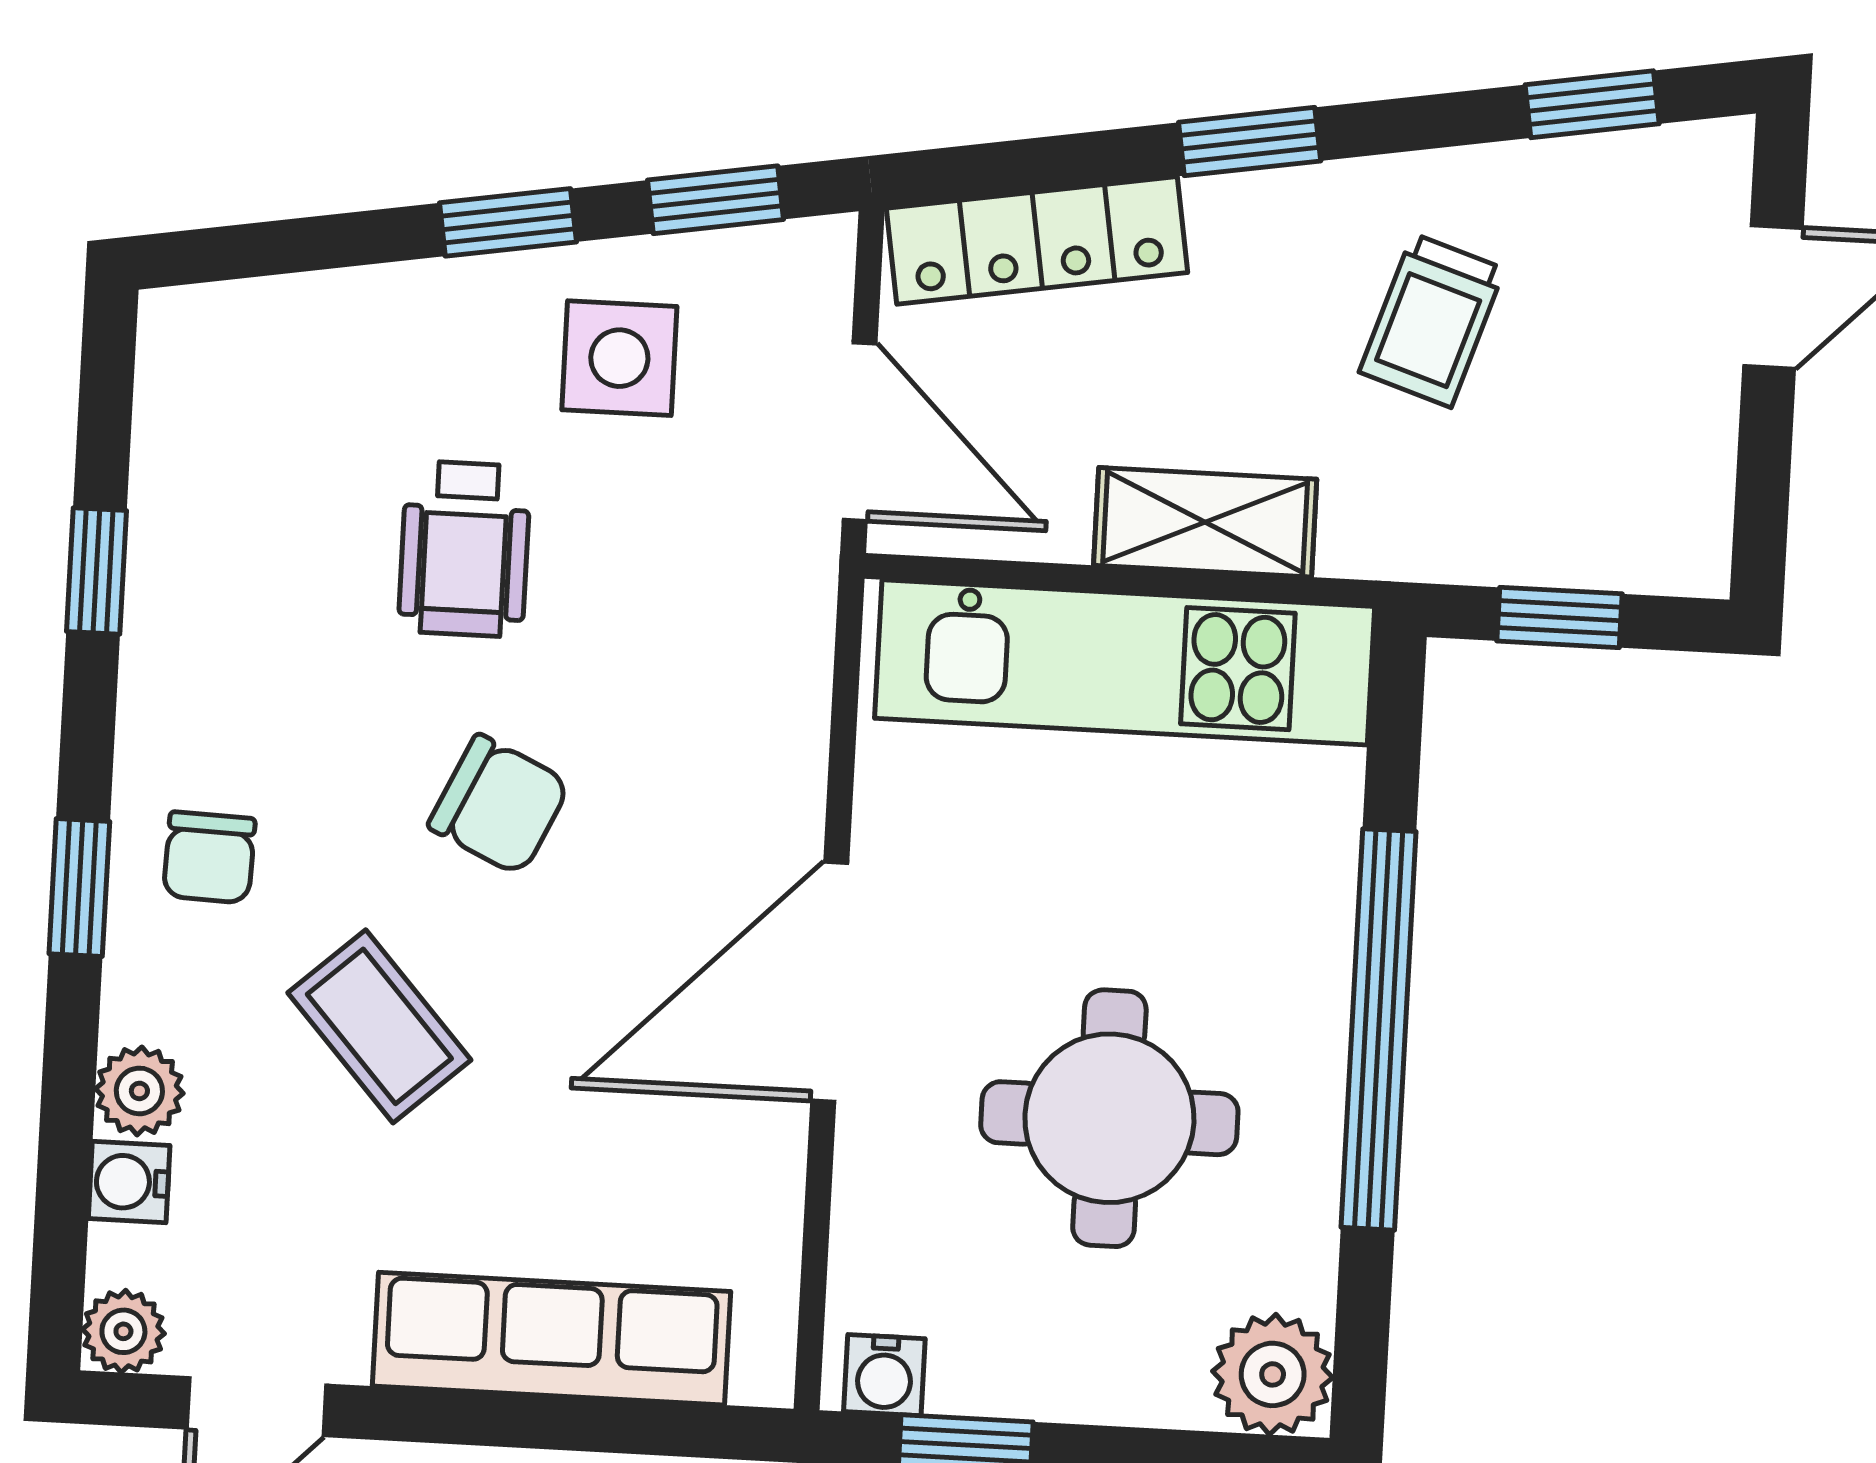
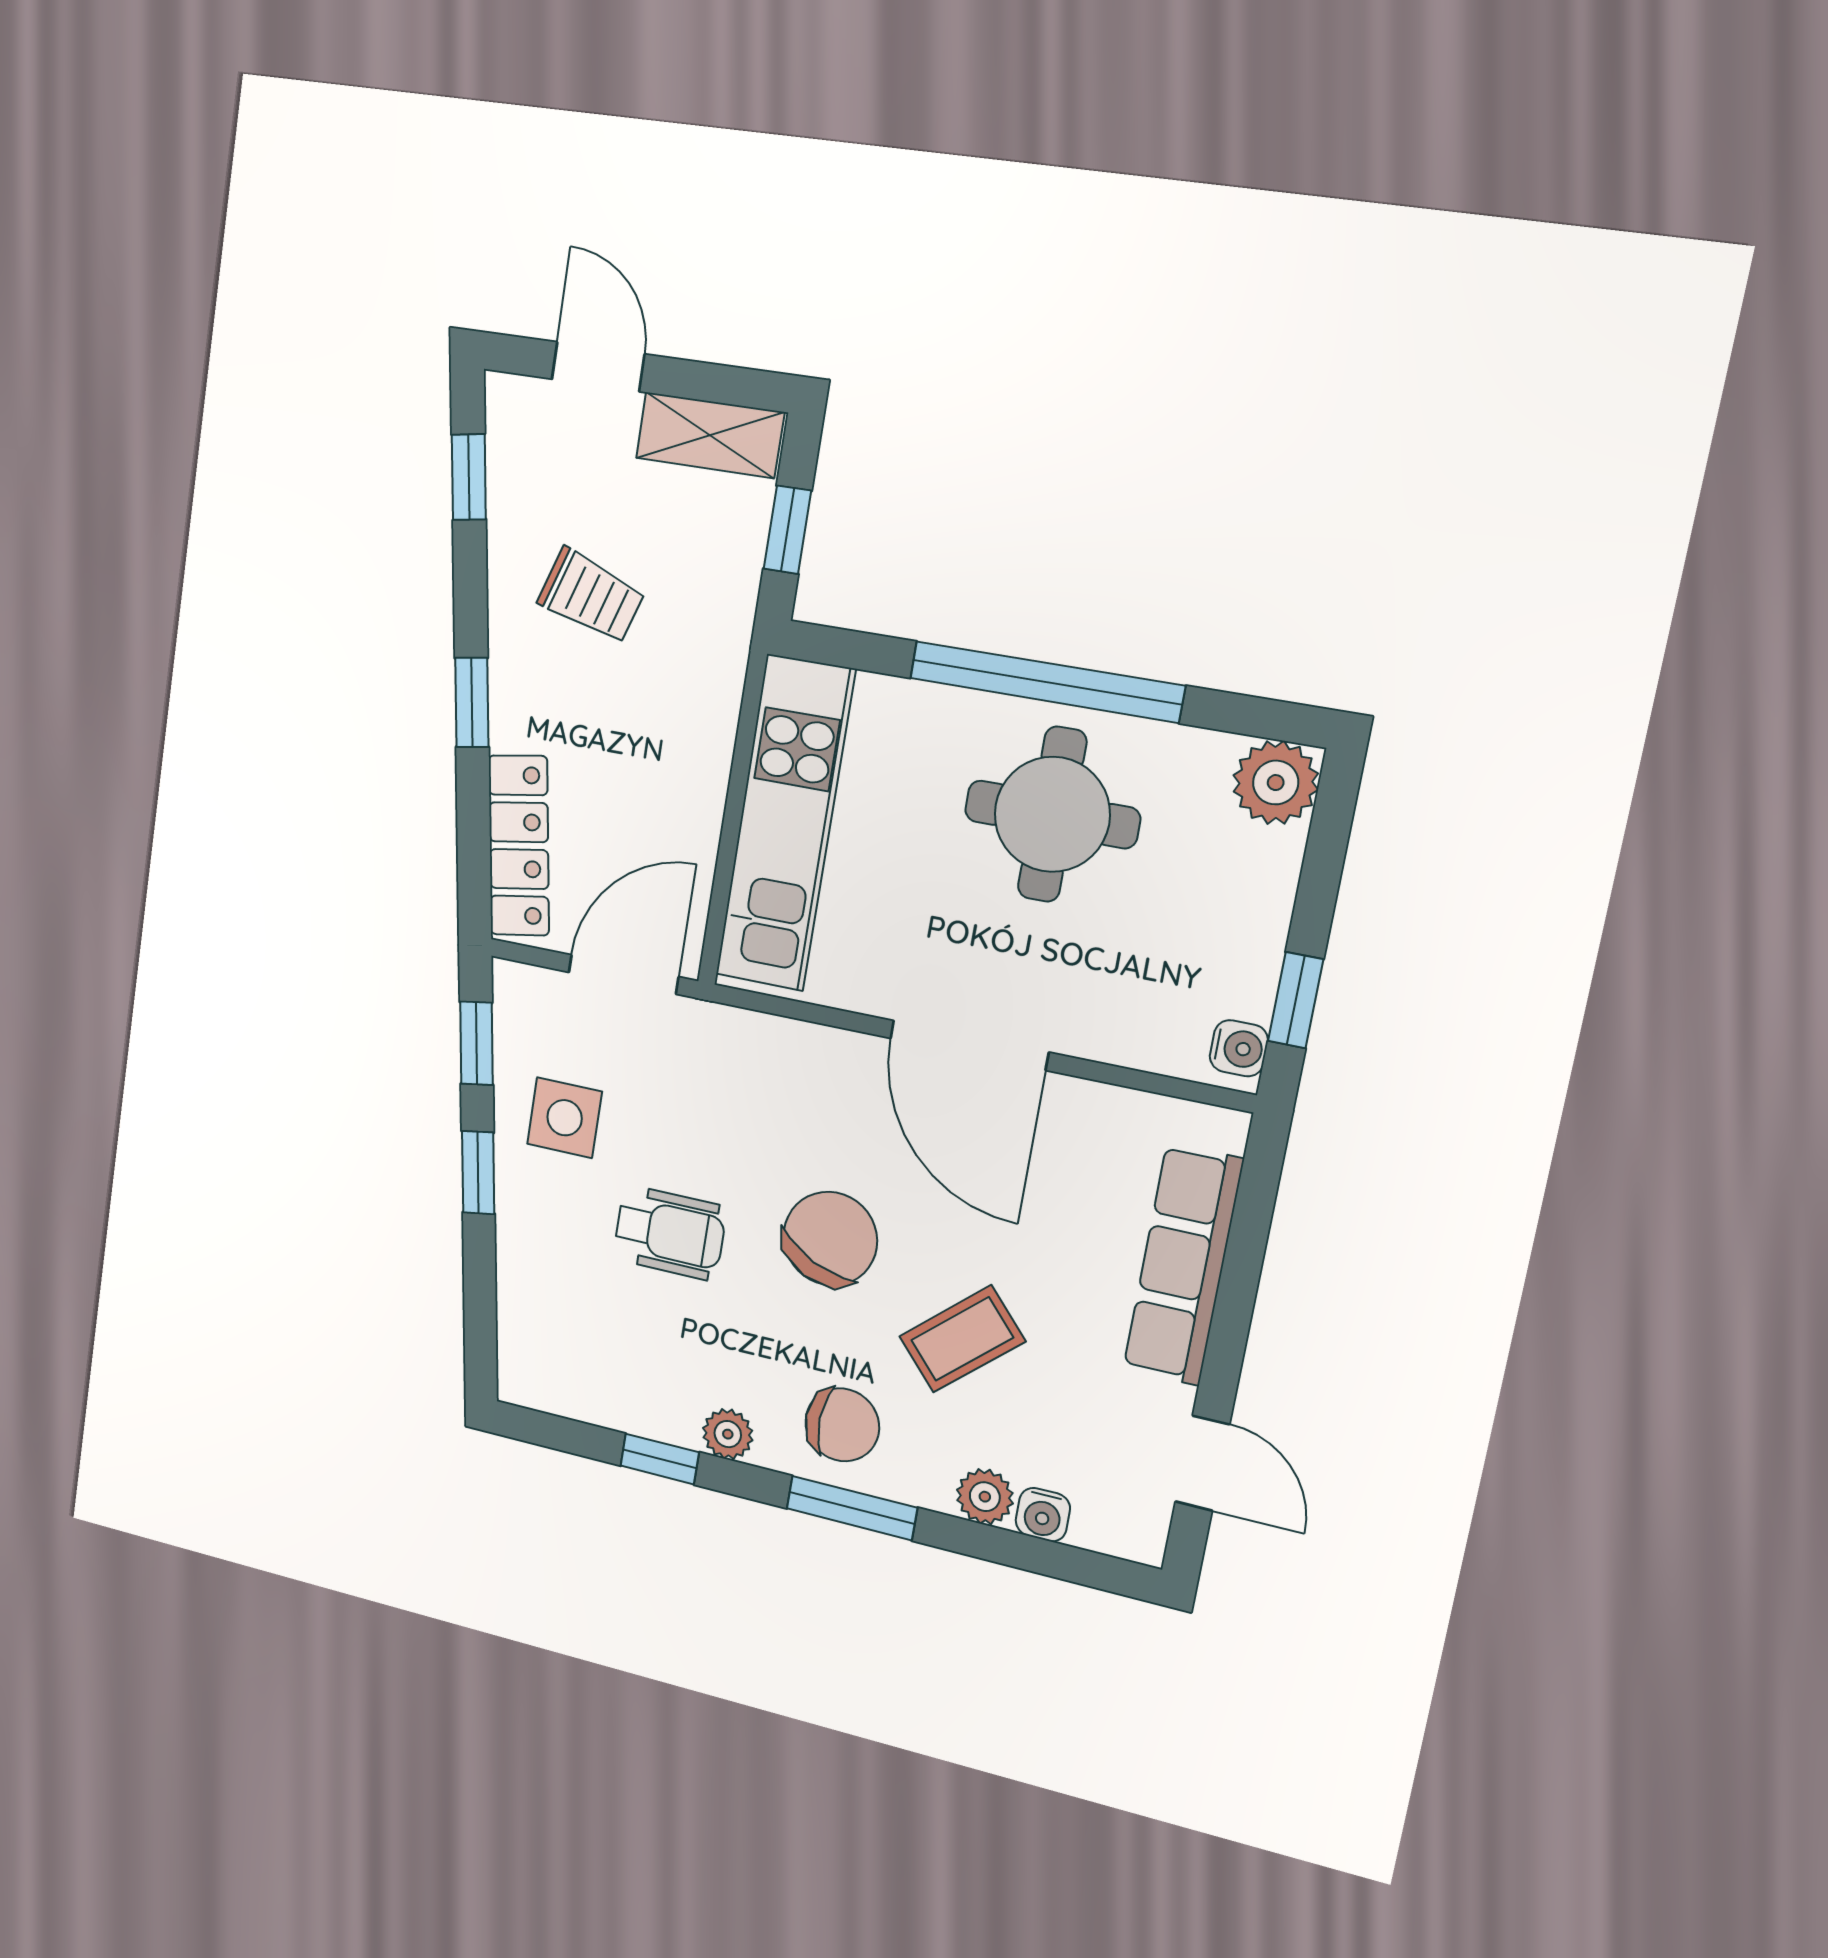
shelving: (1205, 522) -> (710, 435), moved, turned 90
chair: (499, 805) -> (830, 1239), width x1.37, depth x1.37
chair: (209, 857) -> (842, 1425), width x1.37, depth x1.37
window: (79, 888) -> (852, 1508), width x1.50
round table: (1109, 1118) -> (1052, 814), moved
plant: (123, 1331) -> (728, 1434), moved

